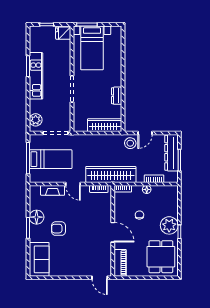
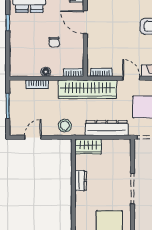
wardrobe: (105, 125) -> (88, 146), width x0.67
door: (145, 133) -> (33, 137), moved
dresser: (172, 153) -> (107, 128), moved, turned -90
plant: (169, 225) -> (20, 30), removed

